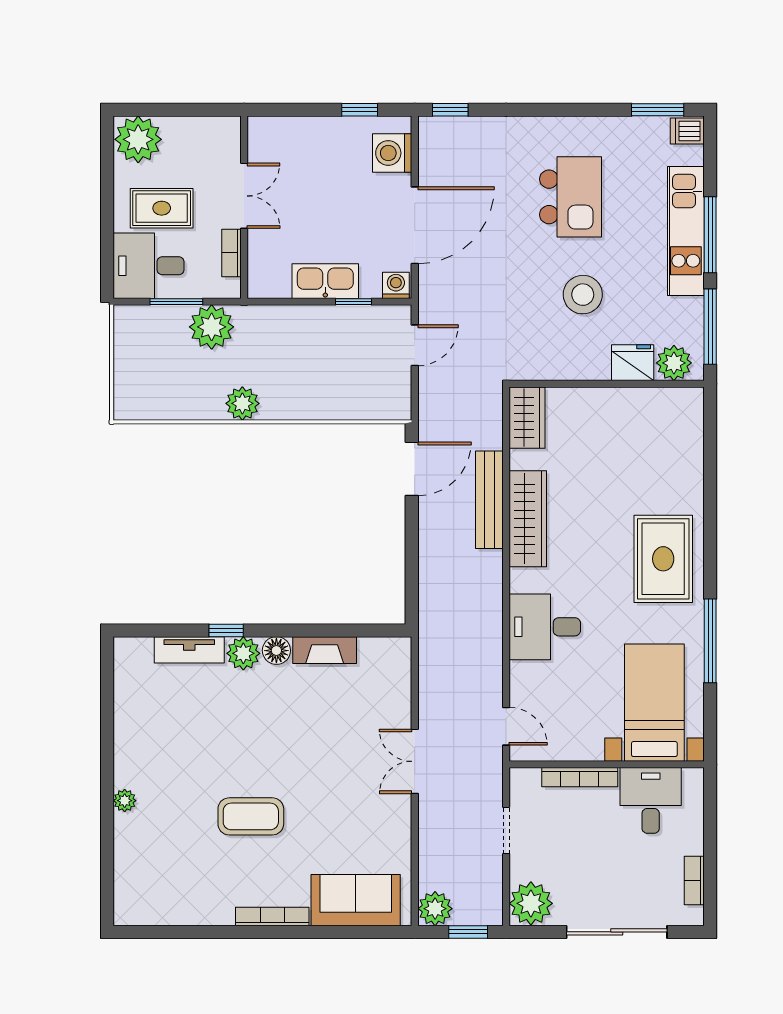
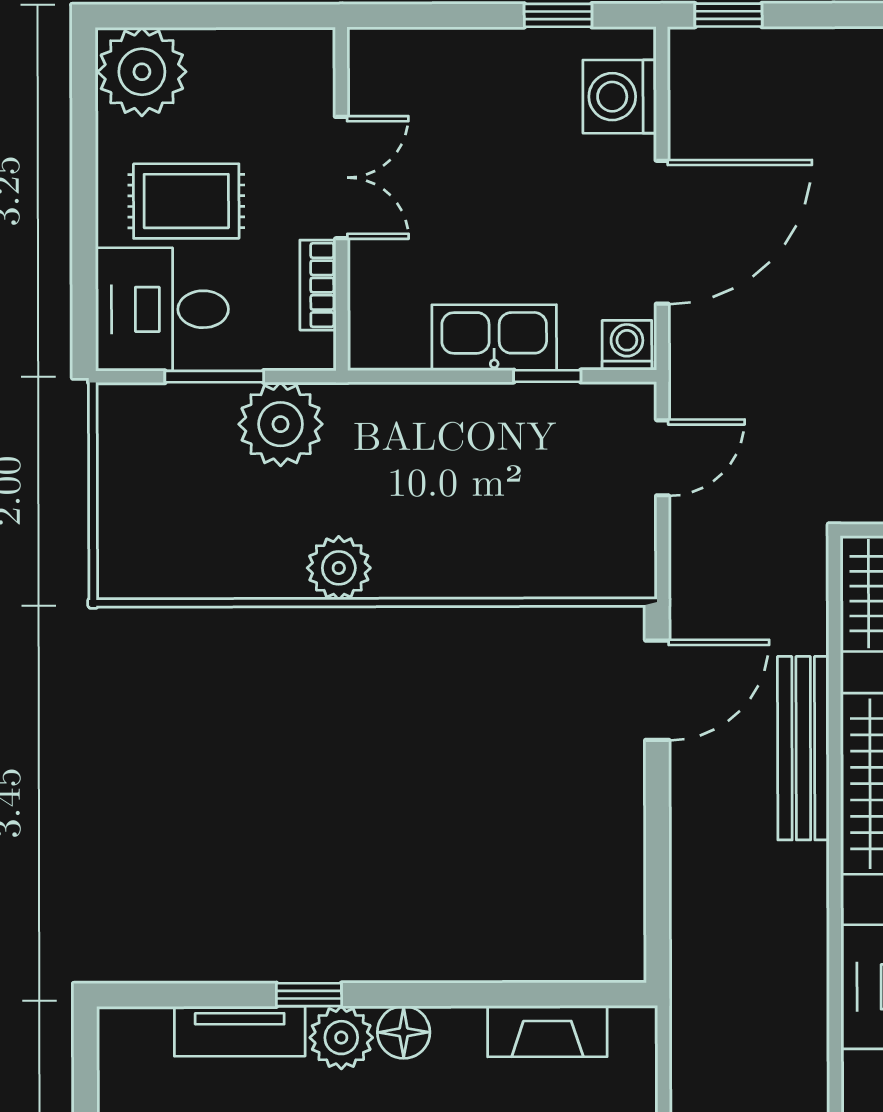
fireplace: (325, 650) -> (547, 1031), moved

